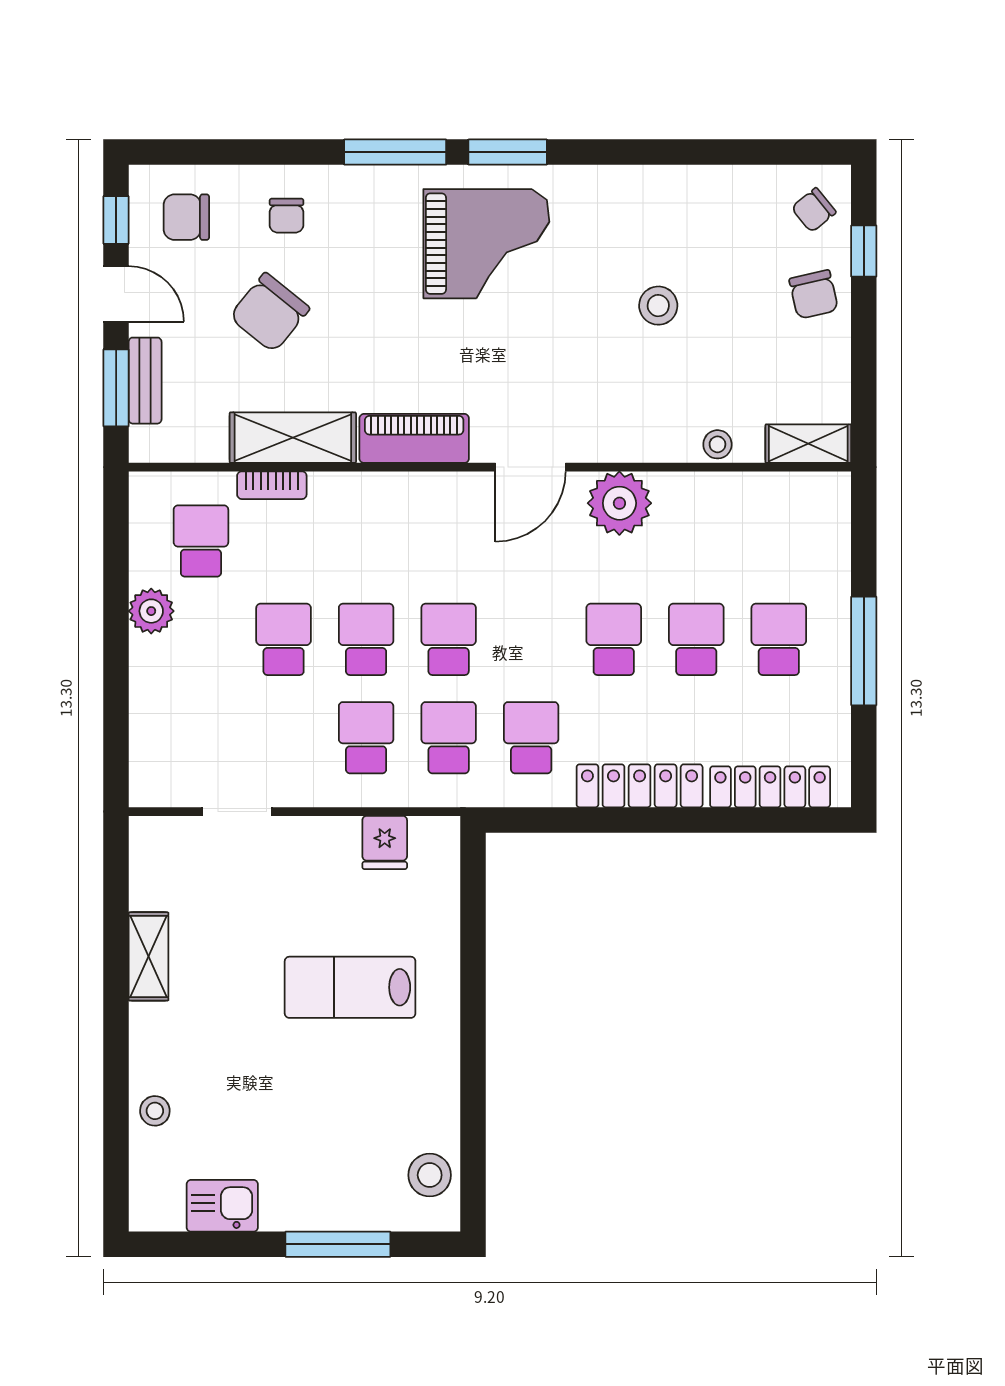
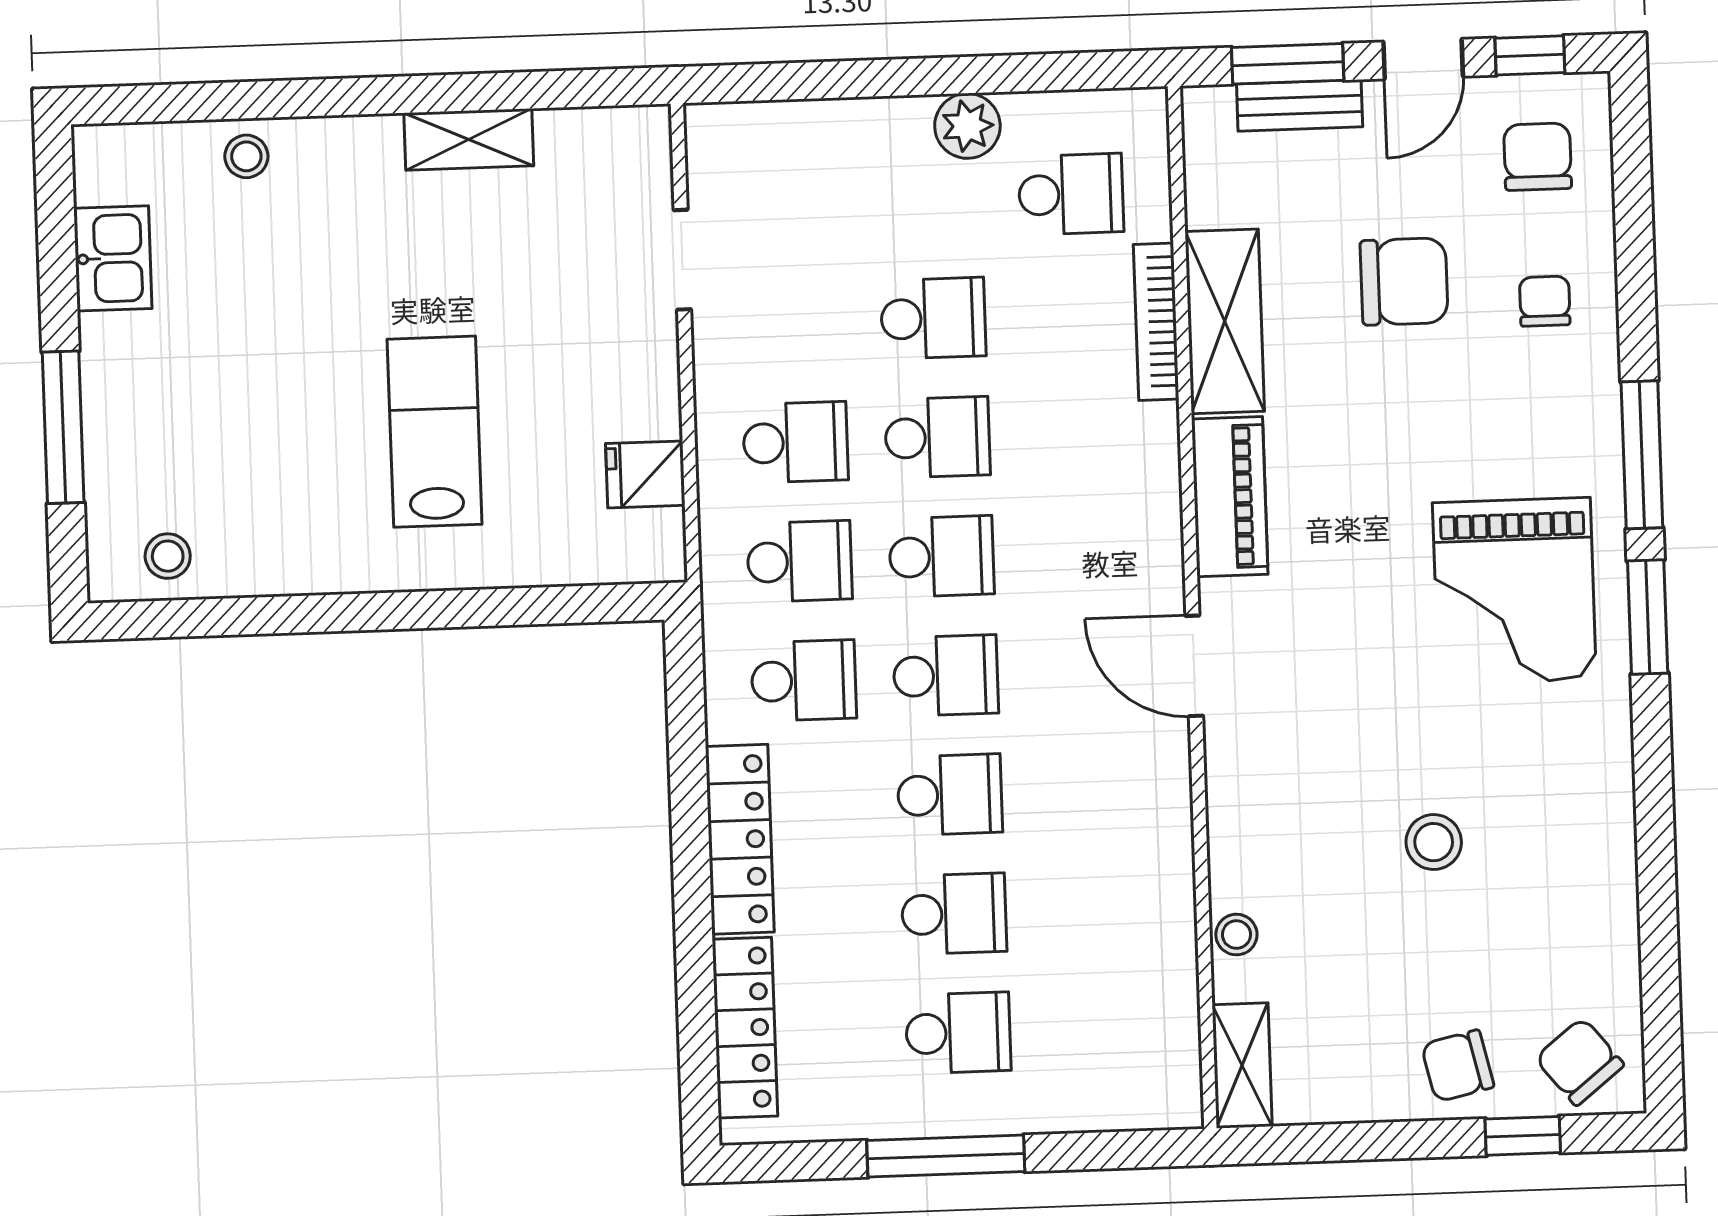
chair: (814, 210) -> (1579, 1062), width x1.37, depth x1.37
chair: (287, 216) -> (1545, 301), turned 90
chair: (269, 313) -> (1404, 281), turned 141
bookcase: (272, 485) -> (1156, 322), width x1.56
plant: (619, 503) -> (1147, 796), removed
school desk: (531, 639) -> (946, 676), added
stool: (430, 1175) -> (168, 556), width x0.73, depth x0.73

